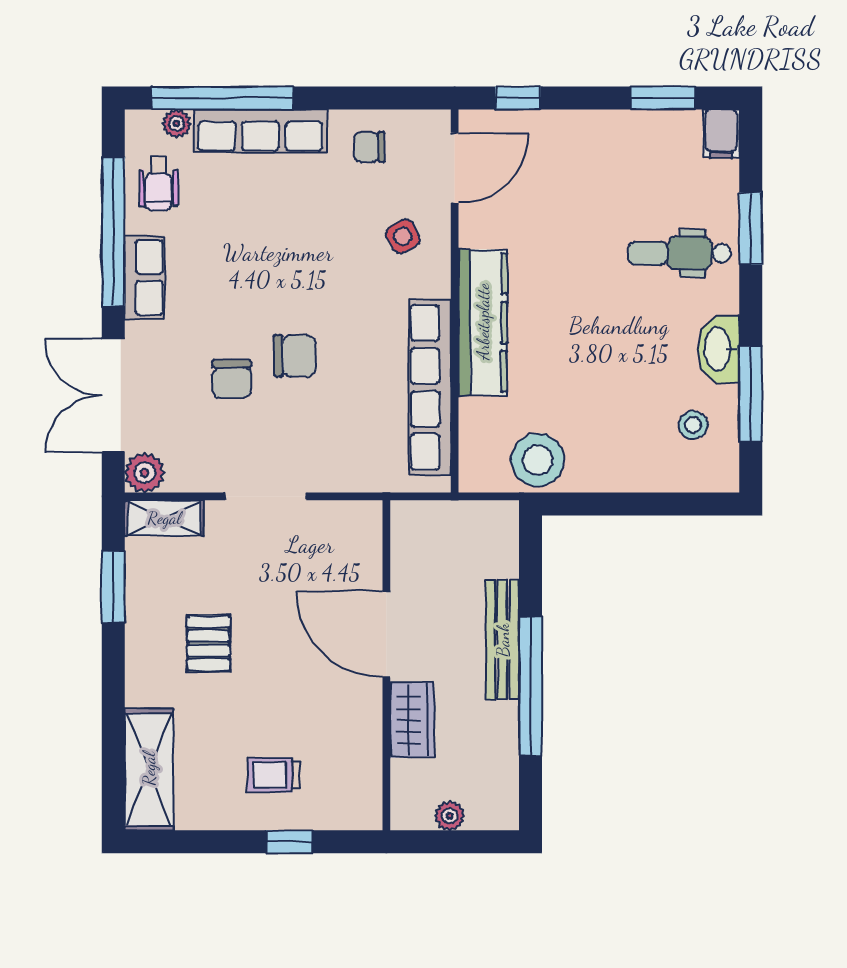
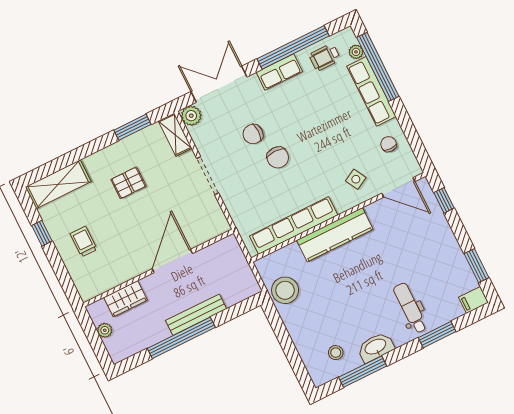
wardrobe: (412, 720) -> (126, 299), moved
window: (289, 842) -> (42, 233), moved

